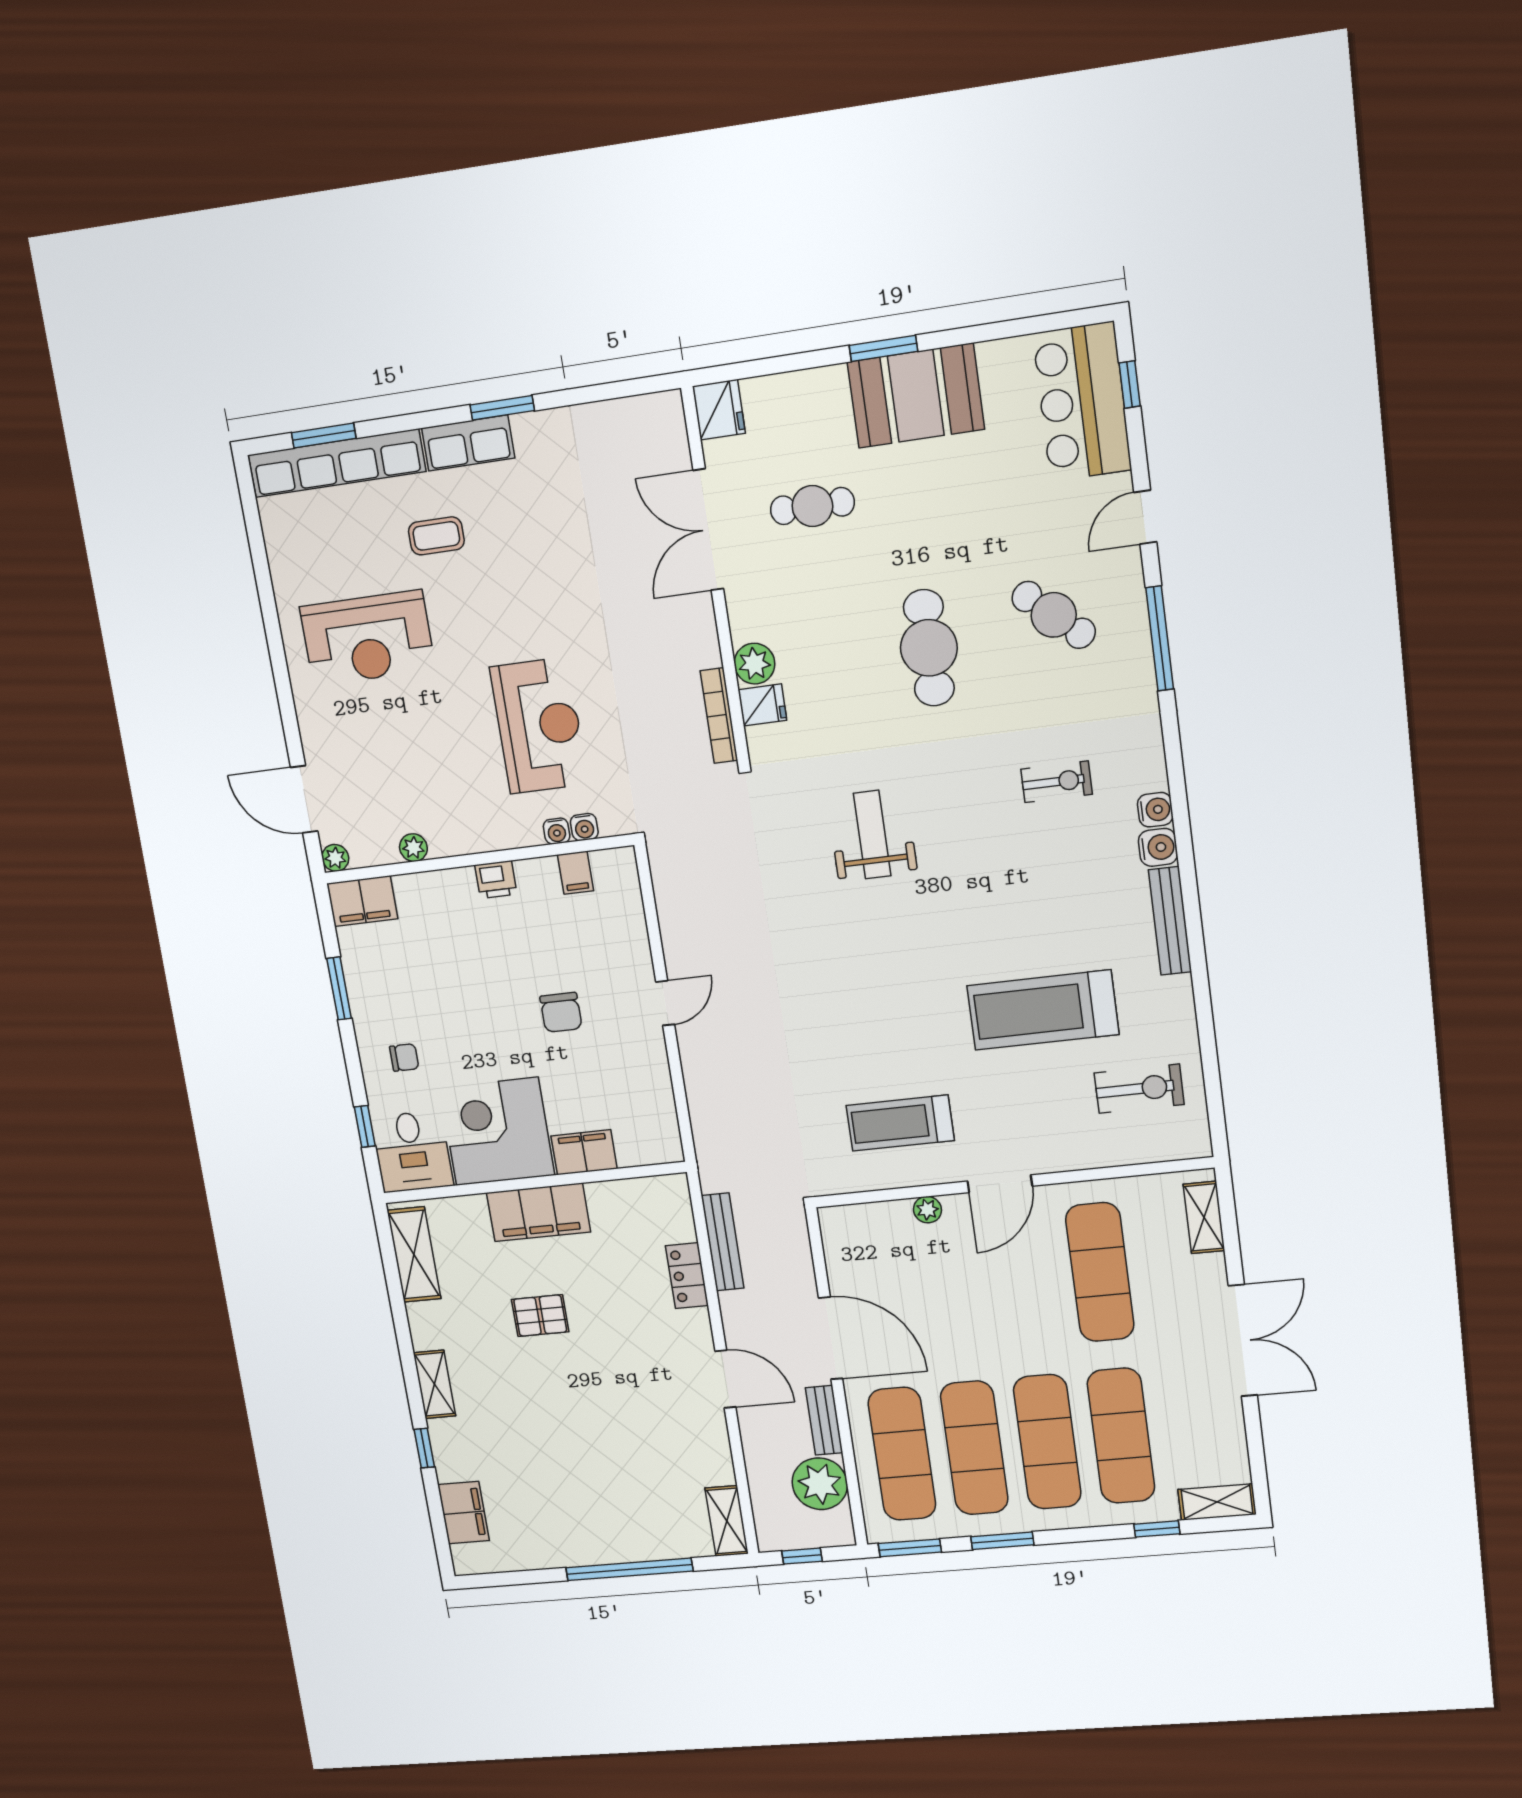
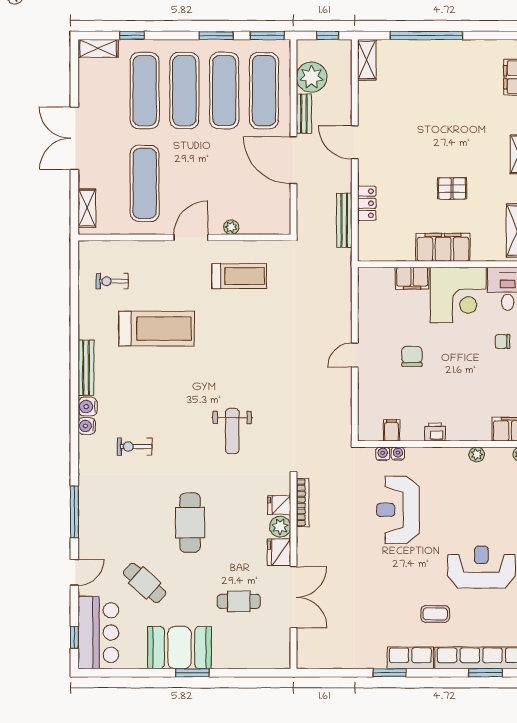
fridge: (719, 410) -> (279, 552), moved
cafe table: (1054, 615) -> (145, 583), moved
exercise bike: (1139, 1089) -> (112, 281), width x0.73, depth x0.72

